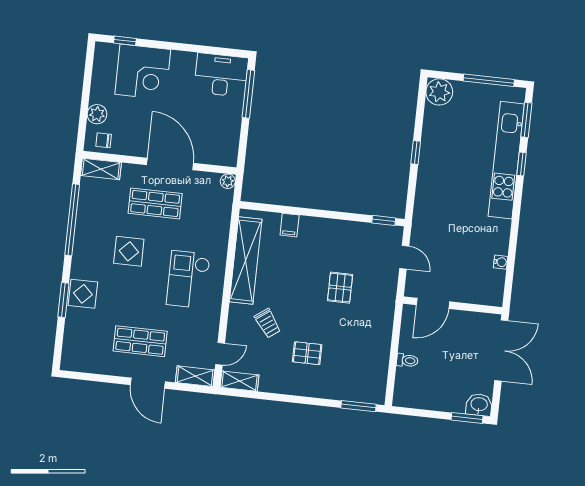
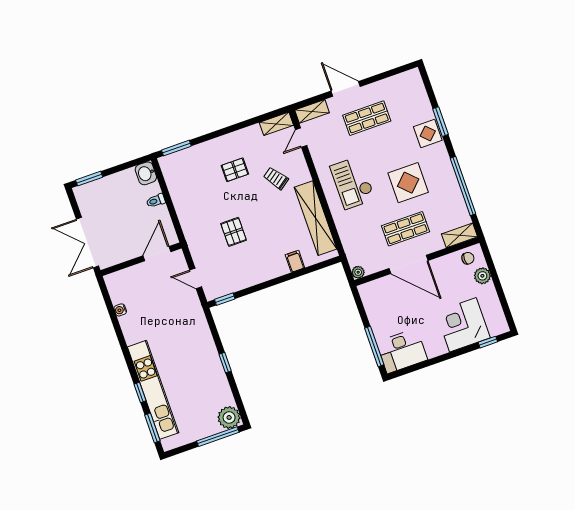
window: (489, 80) -> (218, 437), moved
display table: (129, 251) -> (408, 183), width x1.36, depth x1.36
checkout: (188, 279) -> (353, 183), turned 180
washbasin: (479, 405) -> (146, 173), moved, turned 90

